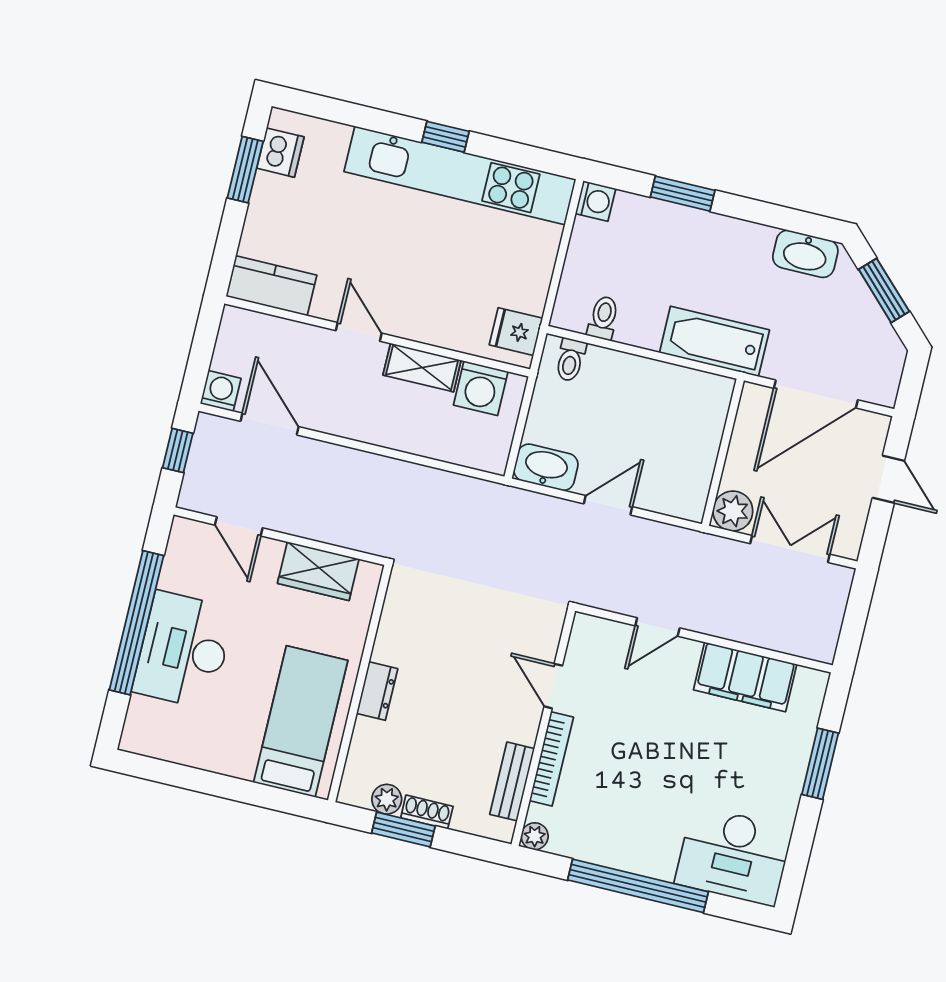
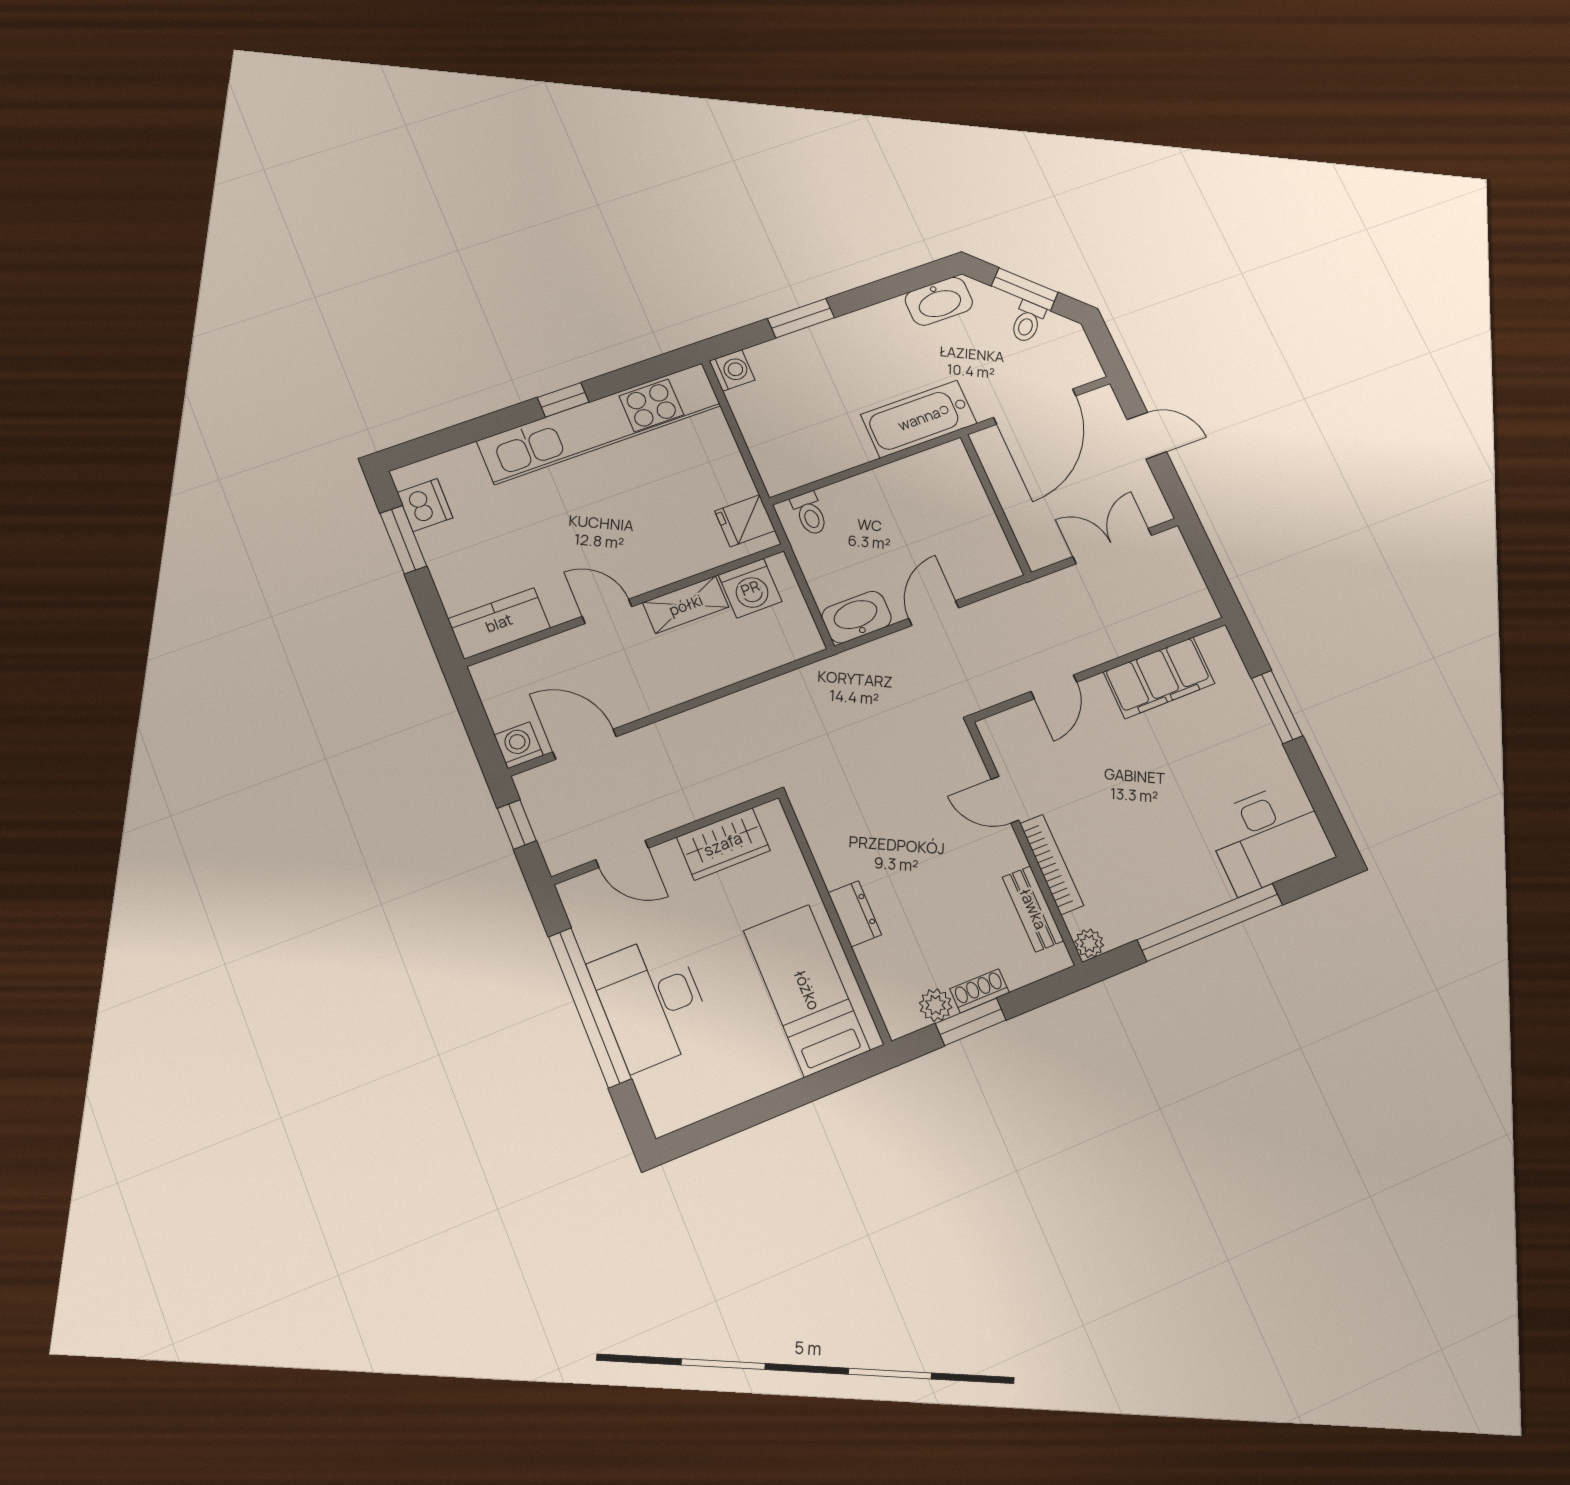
toilet: (603, 318) -> (1028, 322), moved, turned -135
plant: (733, 511) -> (1041, 547), removed

